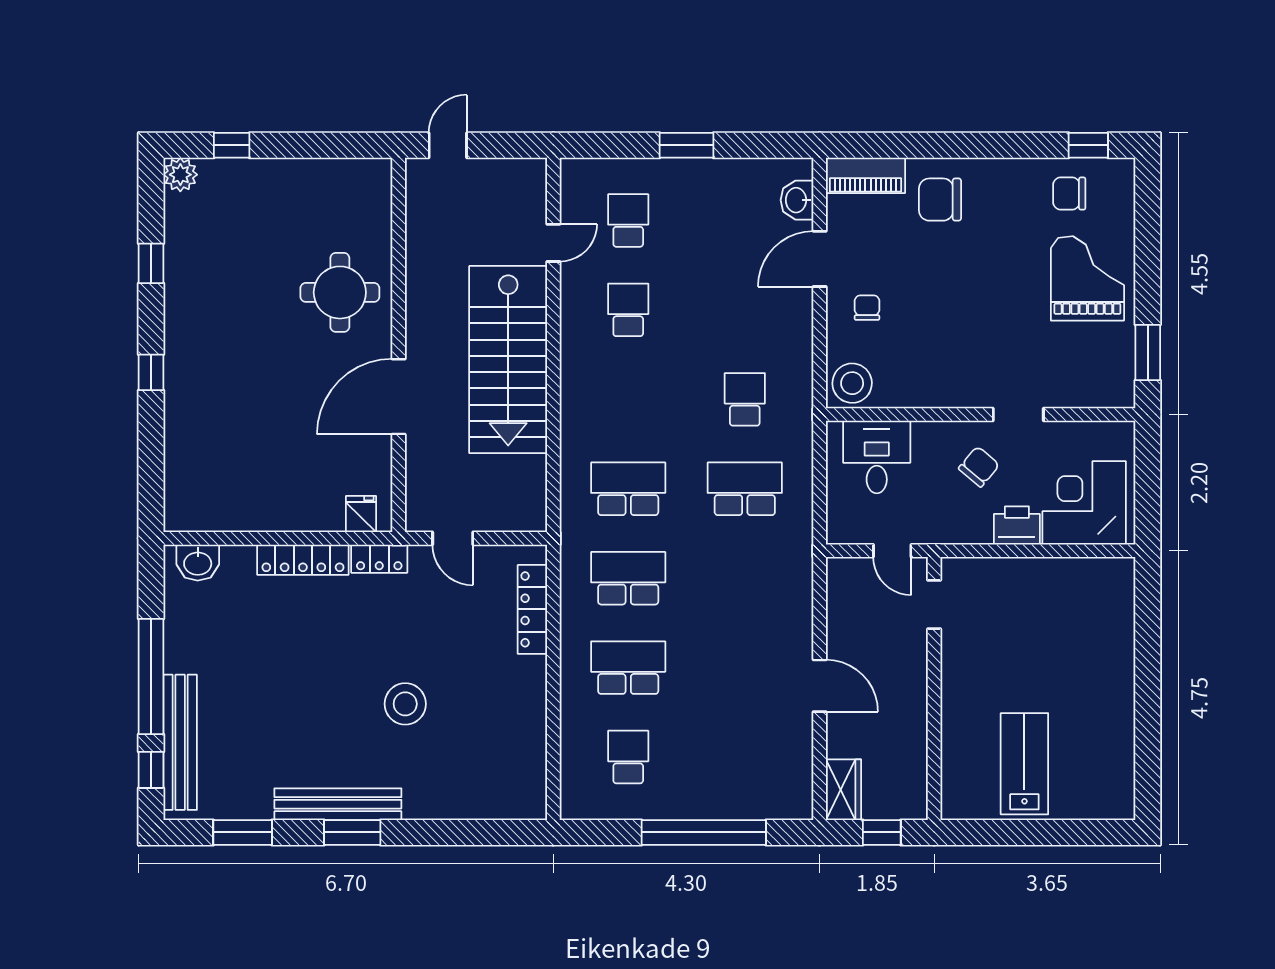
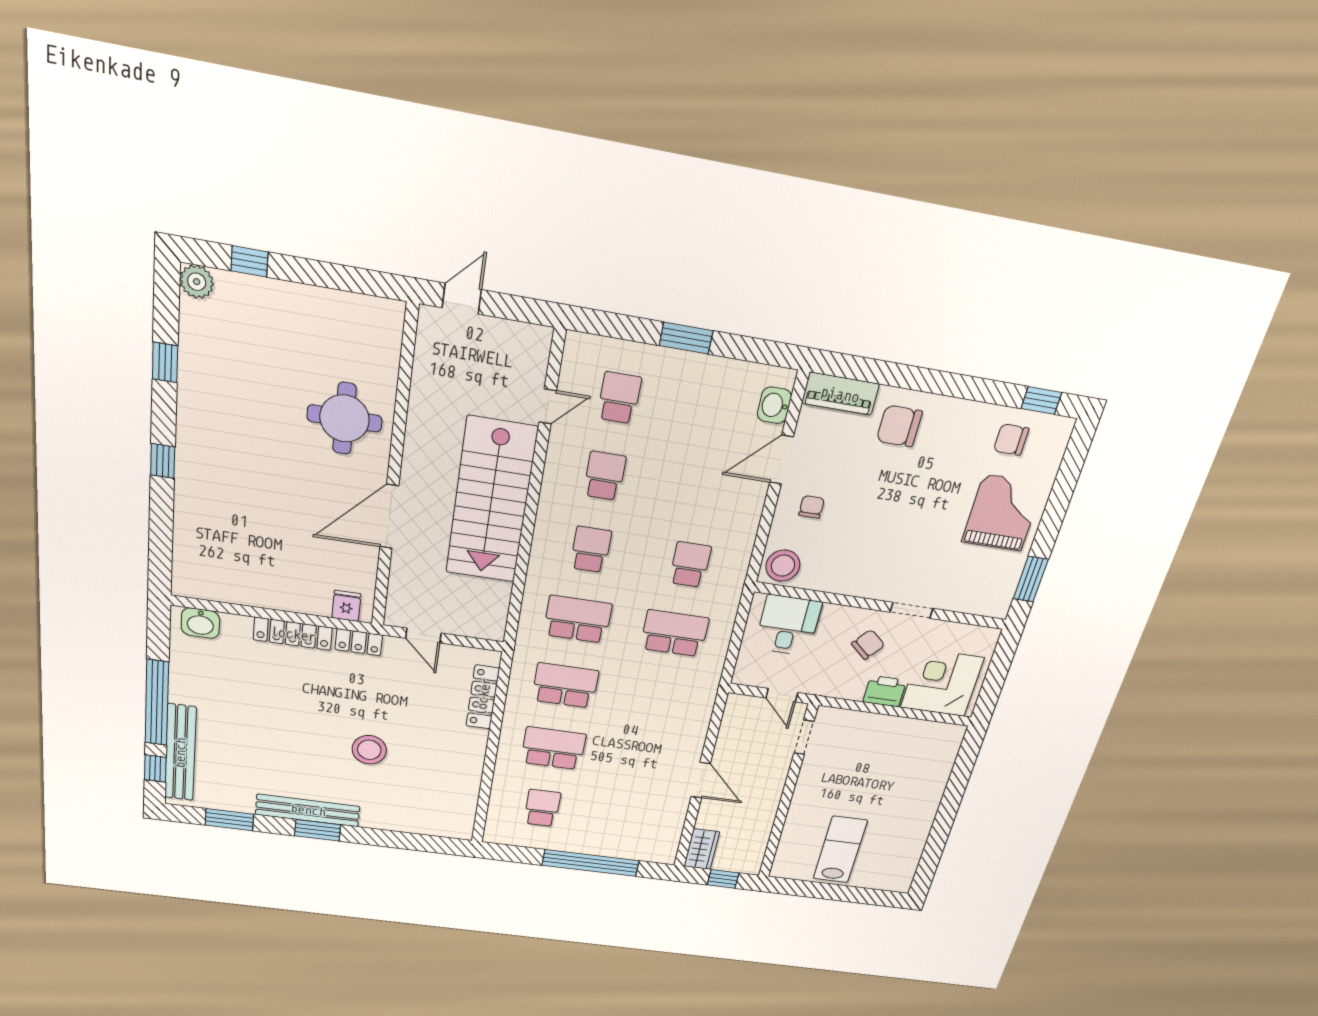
school desk: (628, 399) -> (591, 550), added

